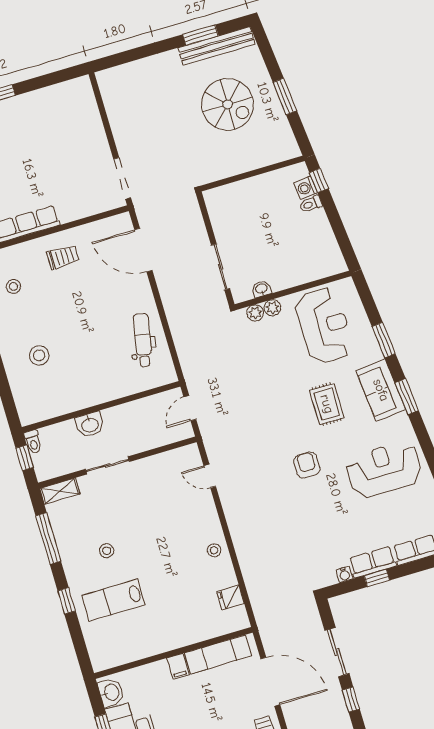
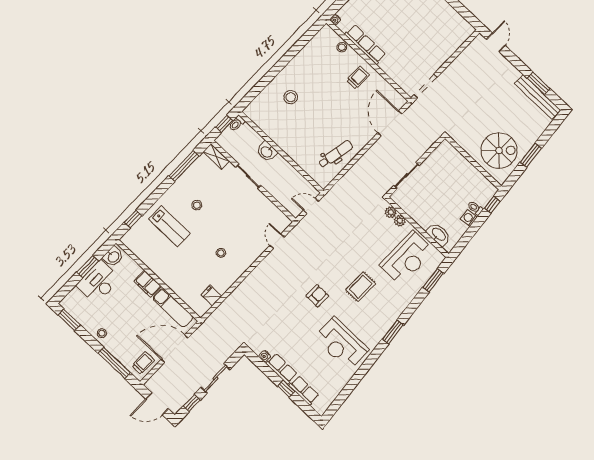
door: (118, 59) -> (496, 42), added
spiral stairs: (228, 104) -> (499, 151), moved, turned -90
washing machine: (306, 188) -> (469, 218), moved
trolley: (63, 257) -> (358, 78), turned -90
stool: (13, 286) -> (342, 47), moved
washbasin: (261, 289) -> (439, 234), moved, width x1.91, depth x1.45
window: (384, 340) -> (433, 280), moved
sofa: (381, 390) -> (388, 314), removed
reception desk: (384, 469) -> (341, 344), turned 180
stool: (214, 550) -> (221, 253), moved
window: (377, 578) -> (286, 389), moved
lab bench: (113, 600) -> (169, 226), turned 180
window: (67, 601) -> (133, 219), moved
filing cabinet: (178, 666) -> (148, 284), width x2.00
door: (270, 682) -> (175, 349), swing flipped

